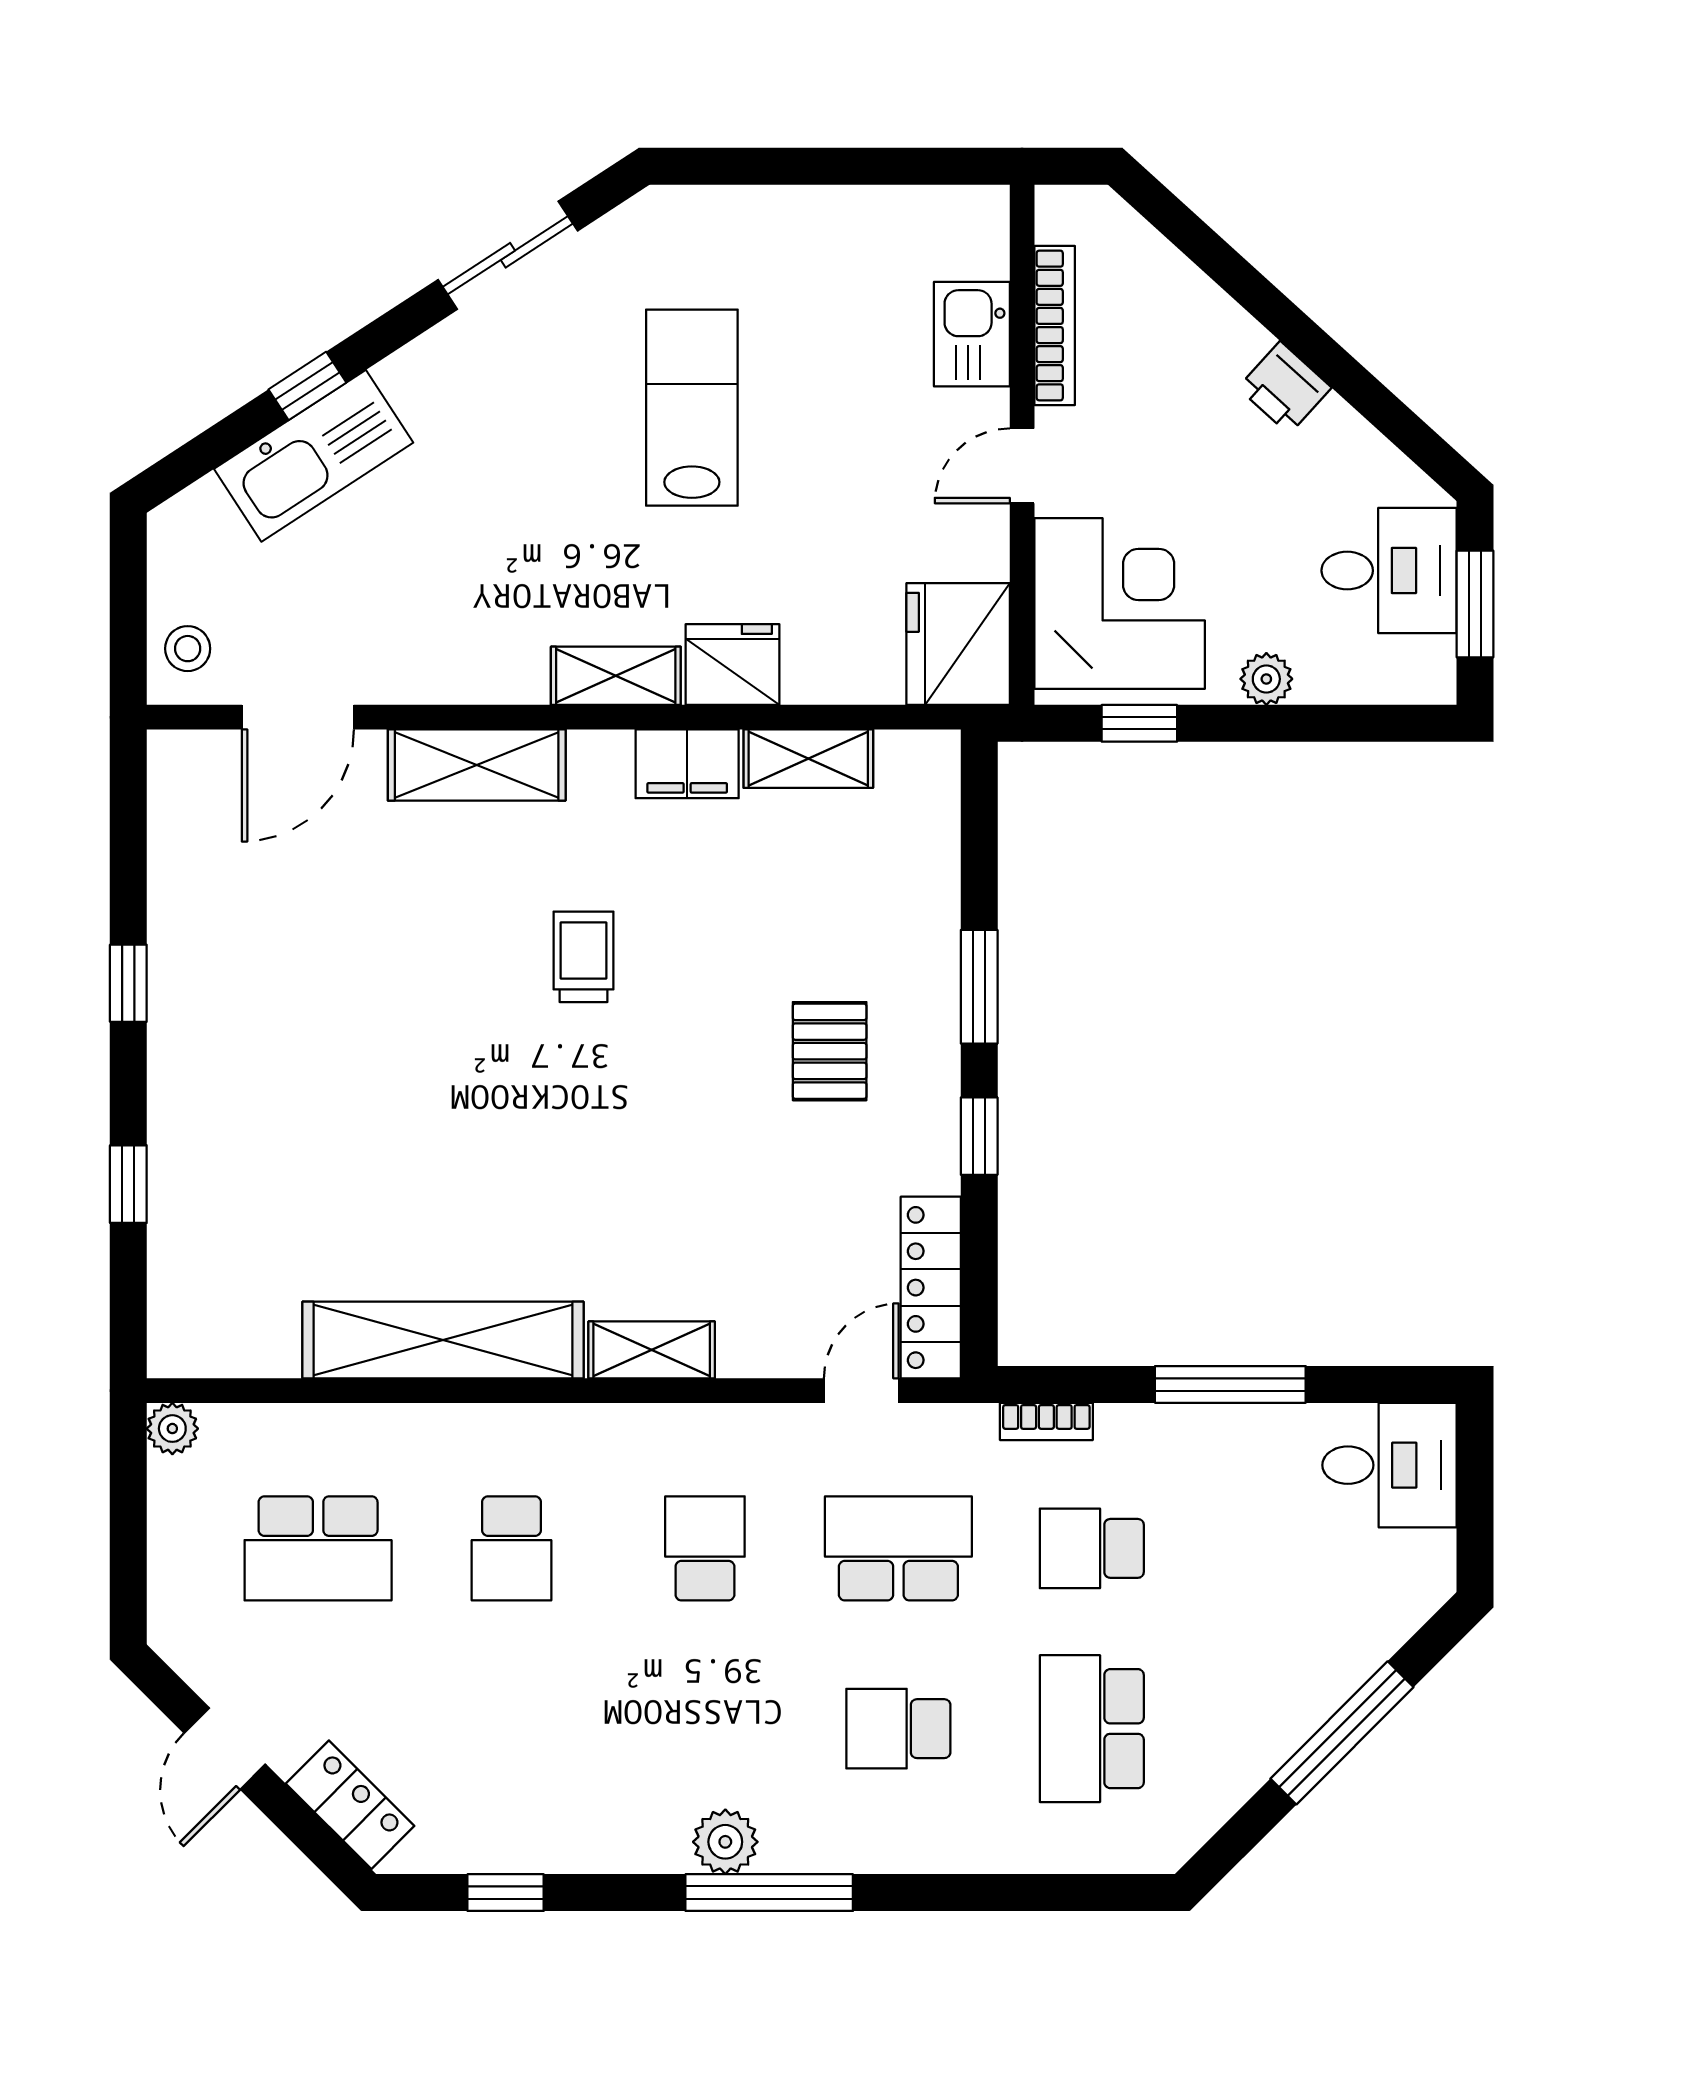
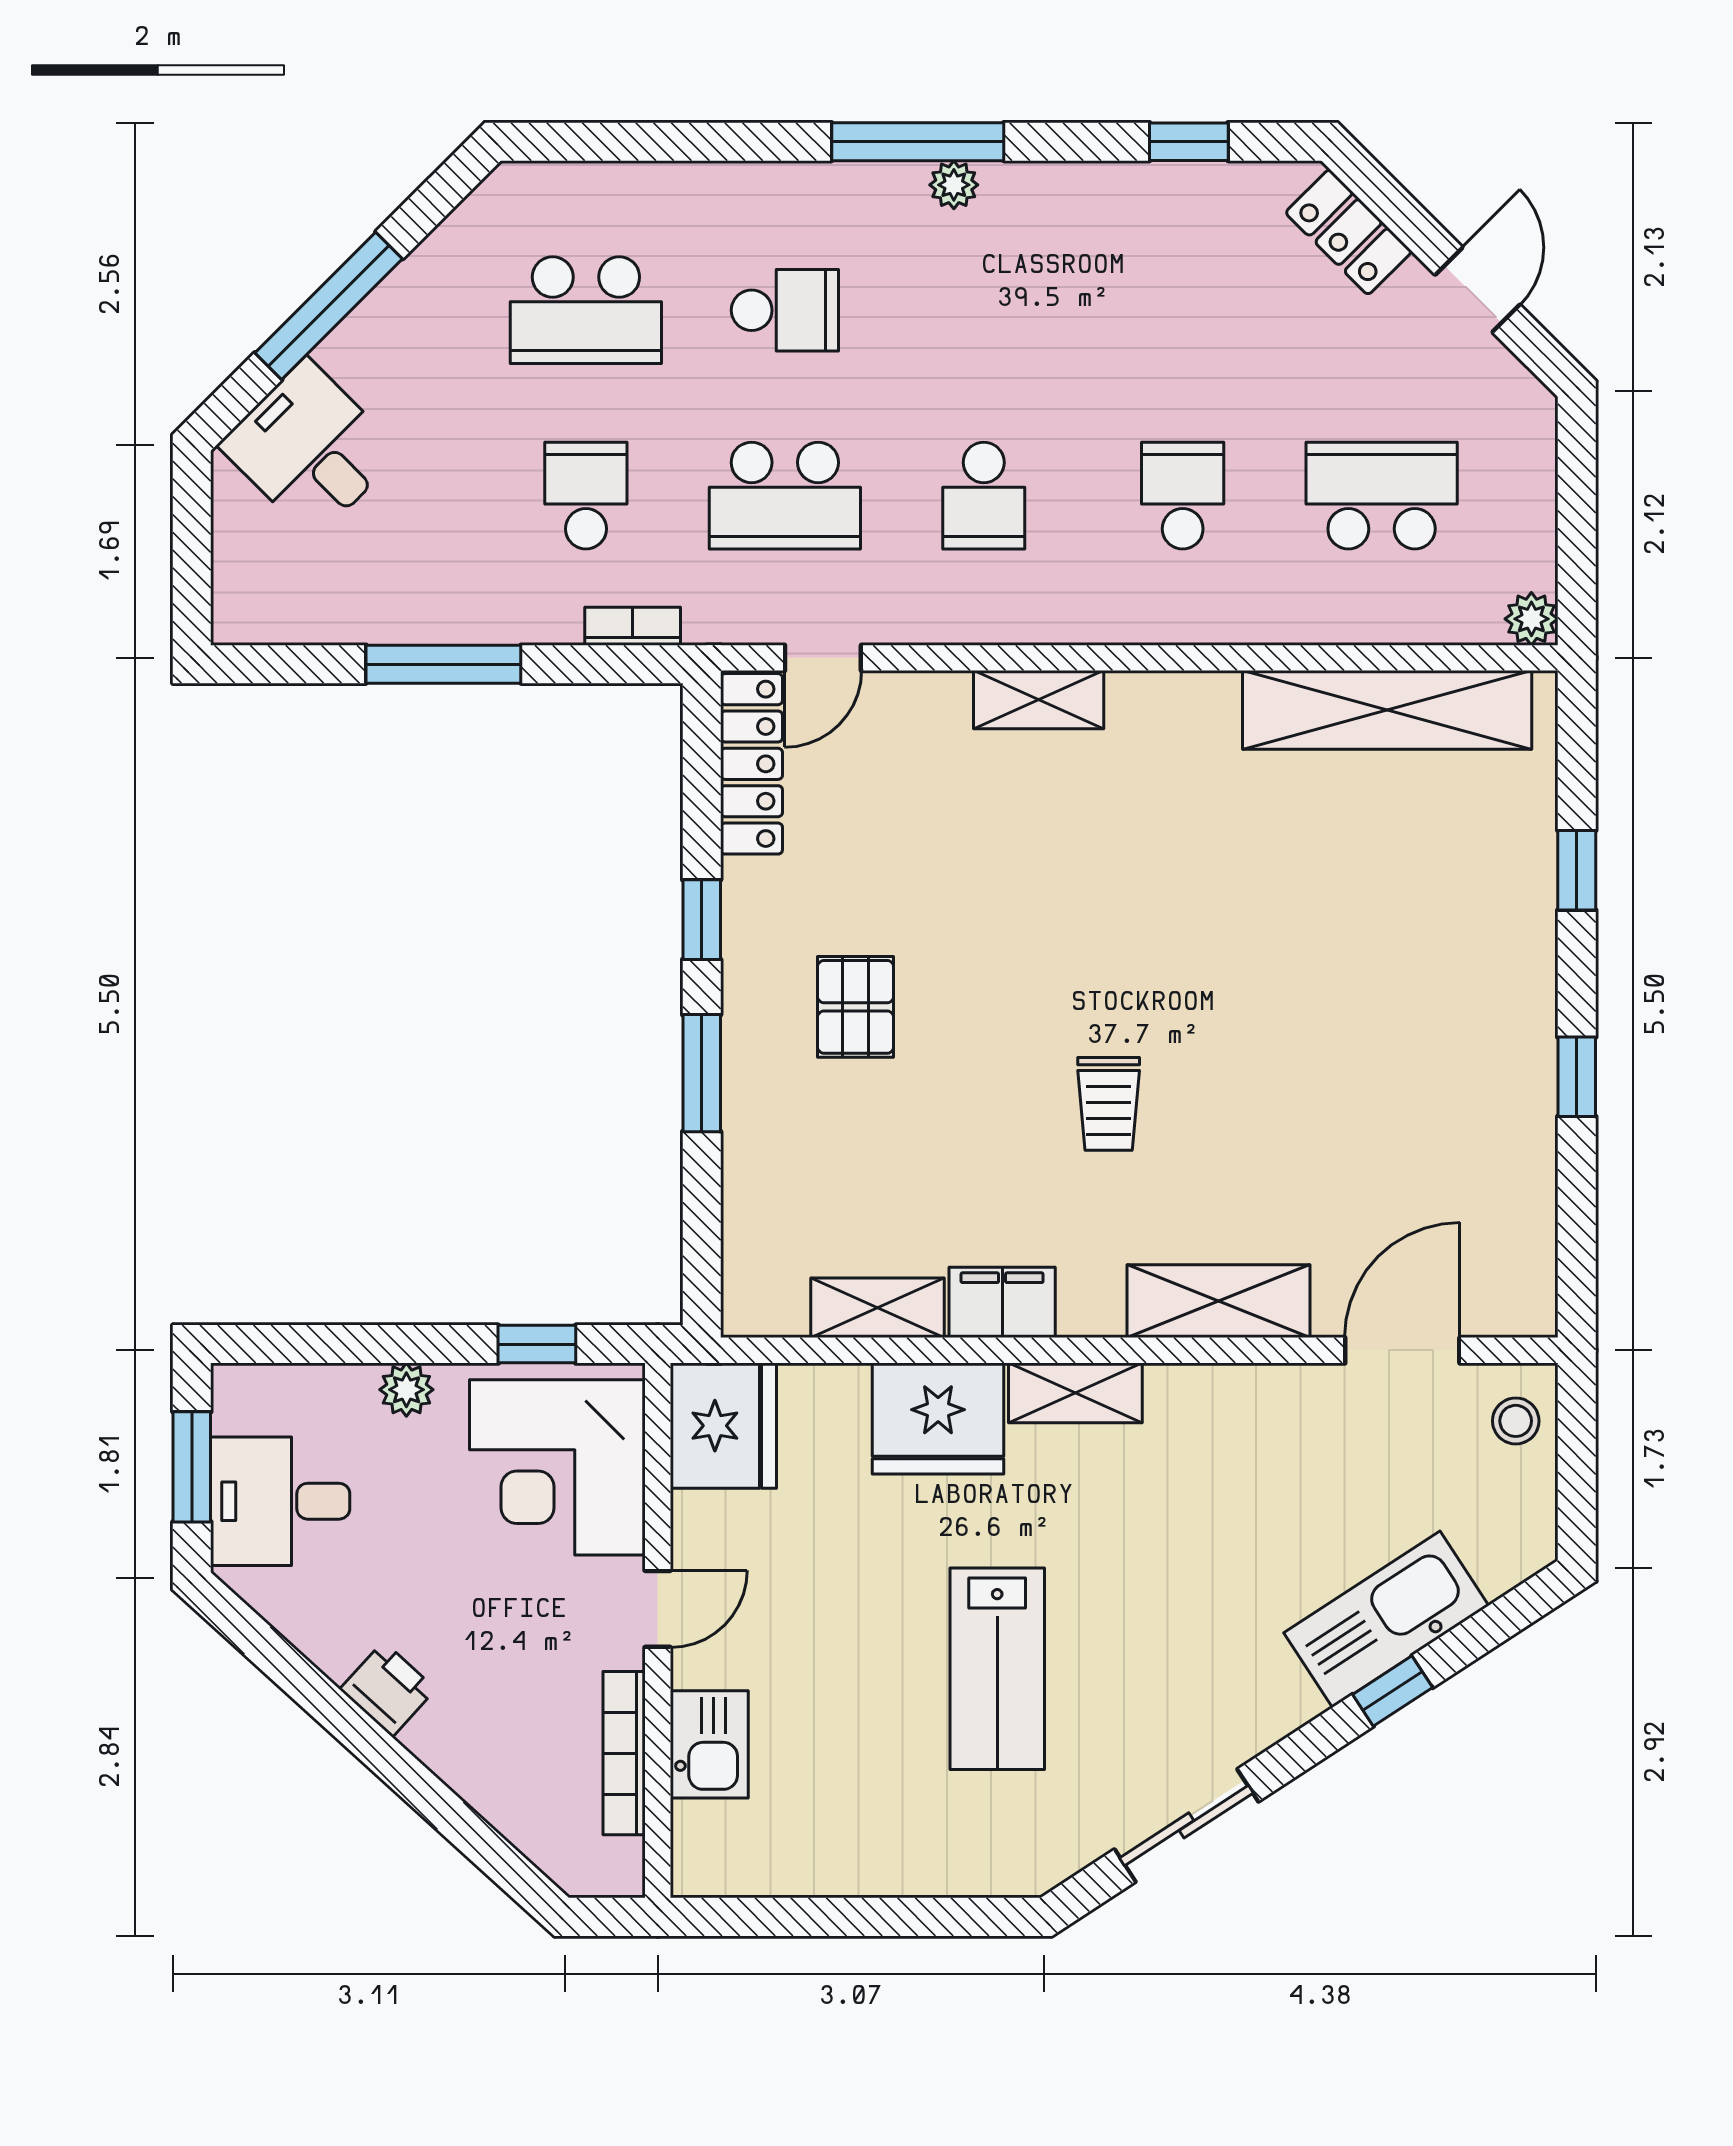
fridge: (732, 665) -> (938, 1419), width x1.36, depth x1.34
shelving: (443, 1340) -> (1387, 710), moved
desk: (1389, 1465) -> (310, 449), moved, turned 45
school desk: (1092, 1548) -> (586, 496), turned -90
school desk: (1092, 1729) -> (586, 310), turned 90
plant: (725, 1842) -> (954, 185), width x0.73, depth x0.73

